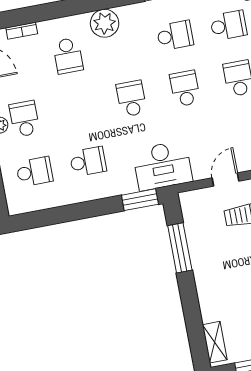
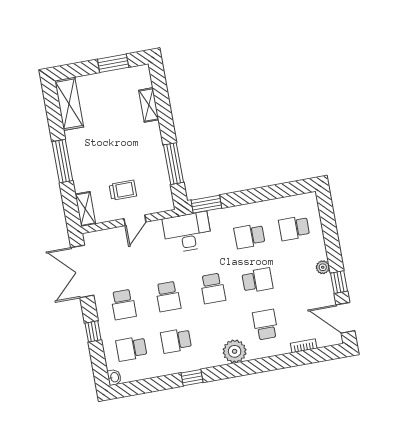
school desk: (24, 119) -> (257, 280), moved, turned -90
shelving: (215, 342) -> (149, 105), moved

